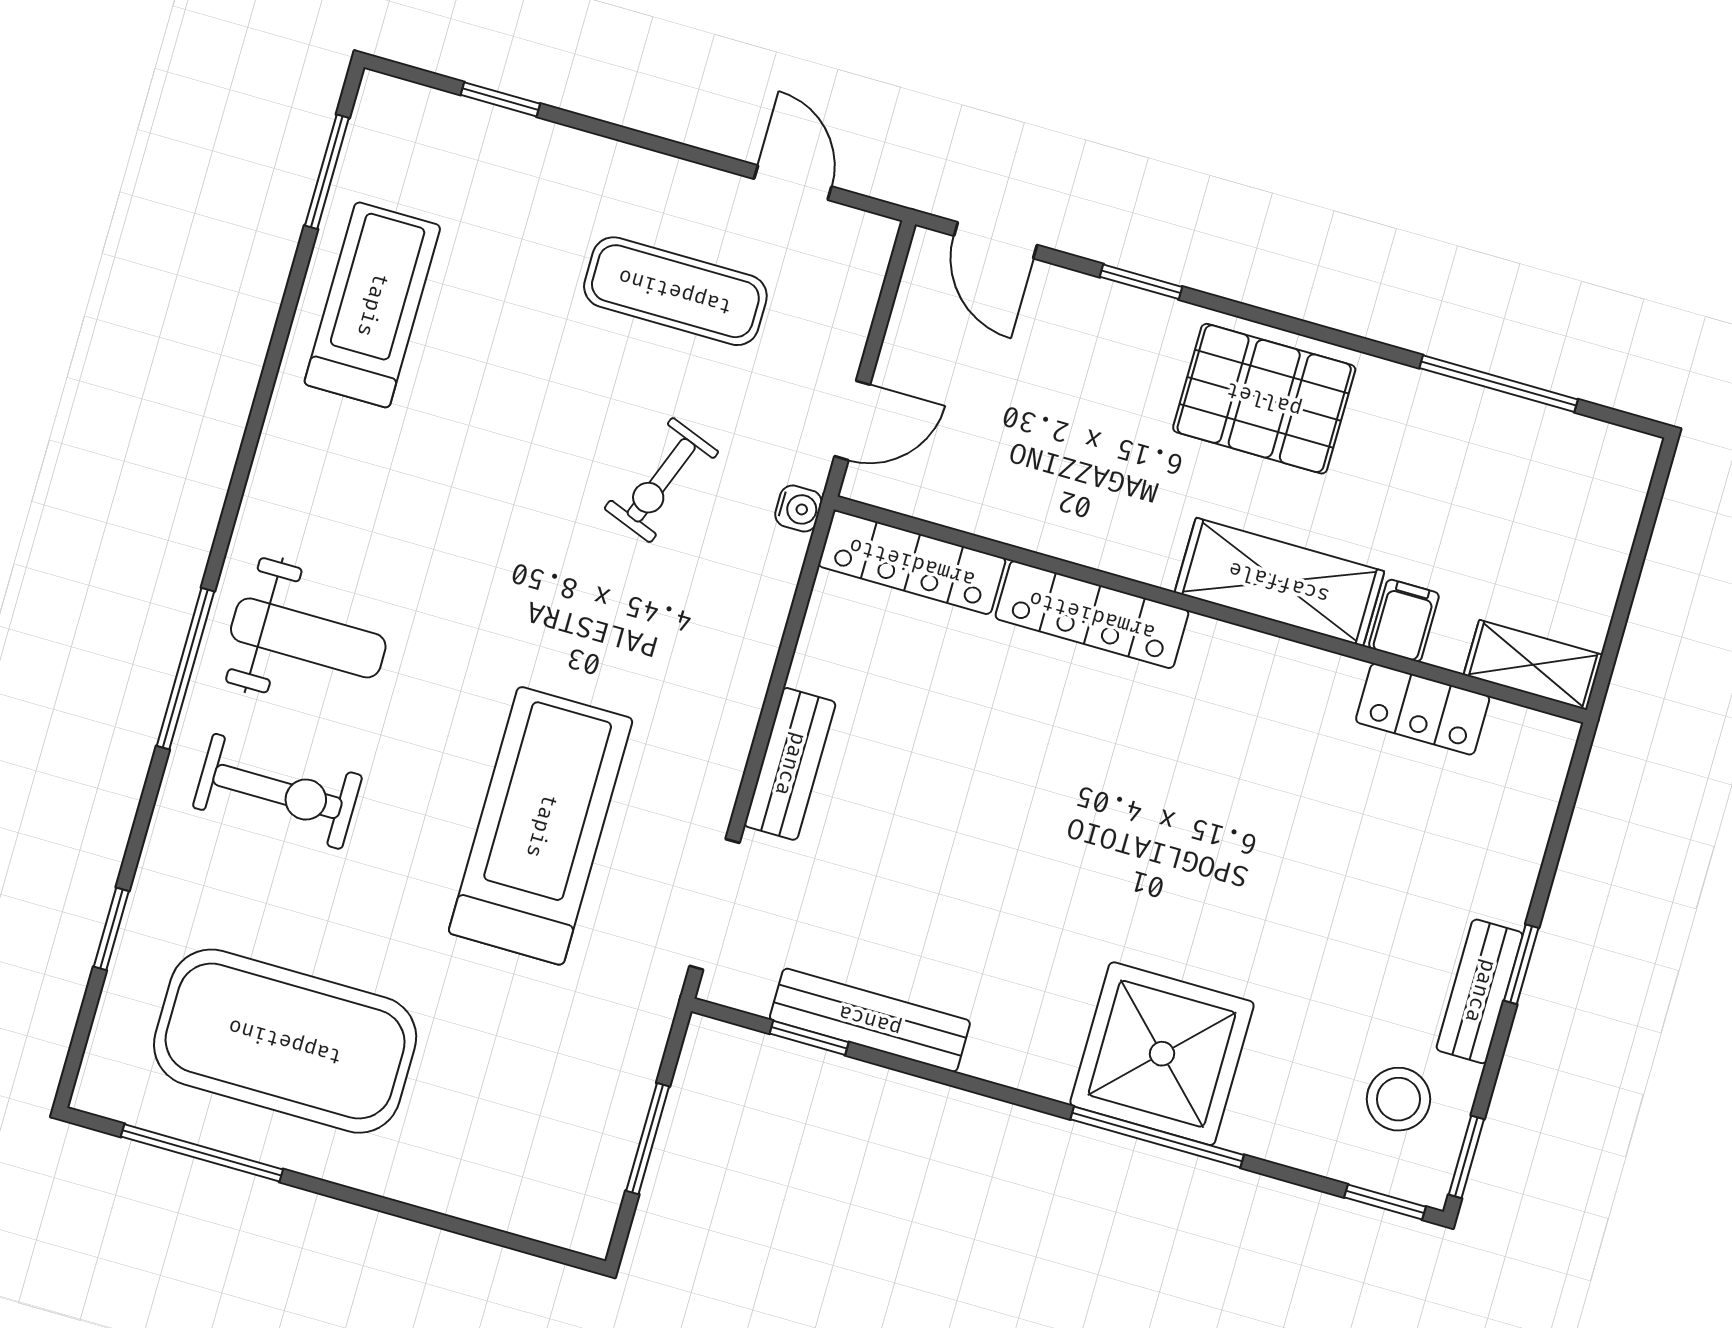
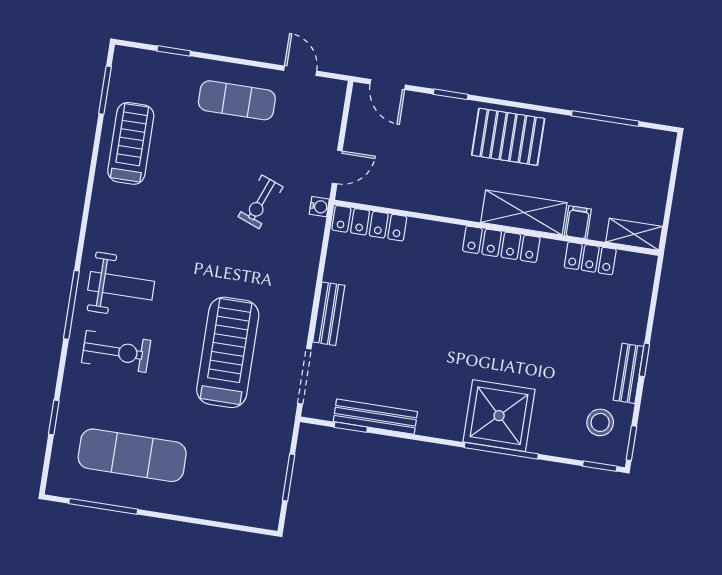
exercise mat: (675, 291) -> (237, 100), moved
locker: (1092, 615) -> (501, 244), moved
exercise mat: (285, 1041) -> (132, 455), width x0.68

